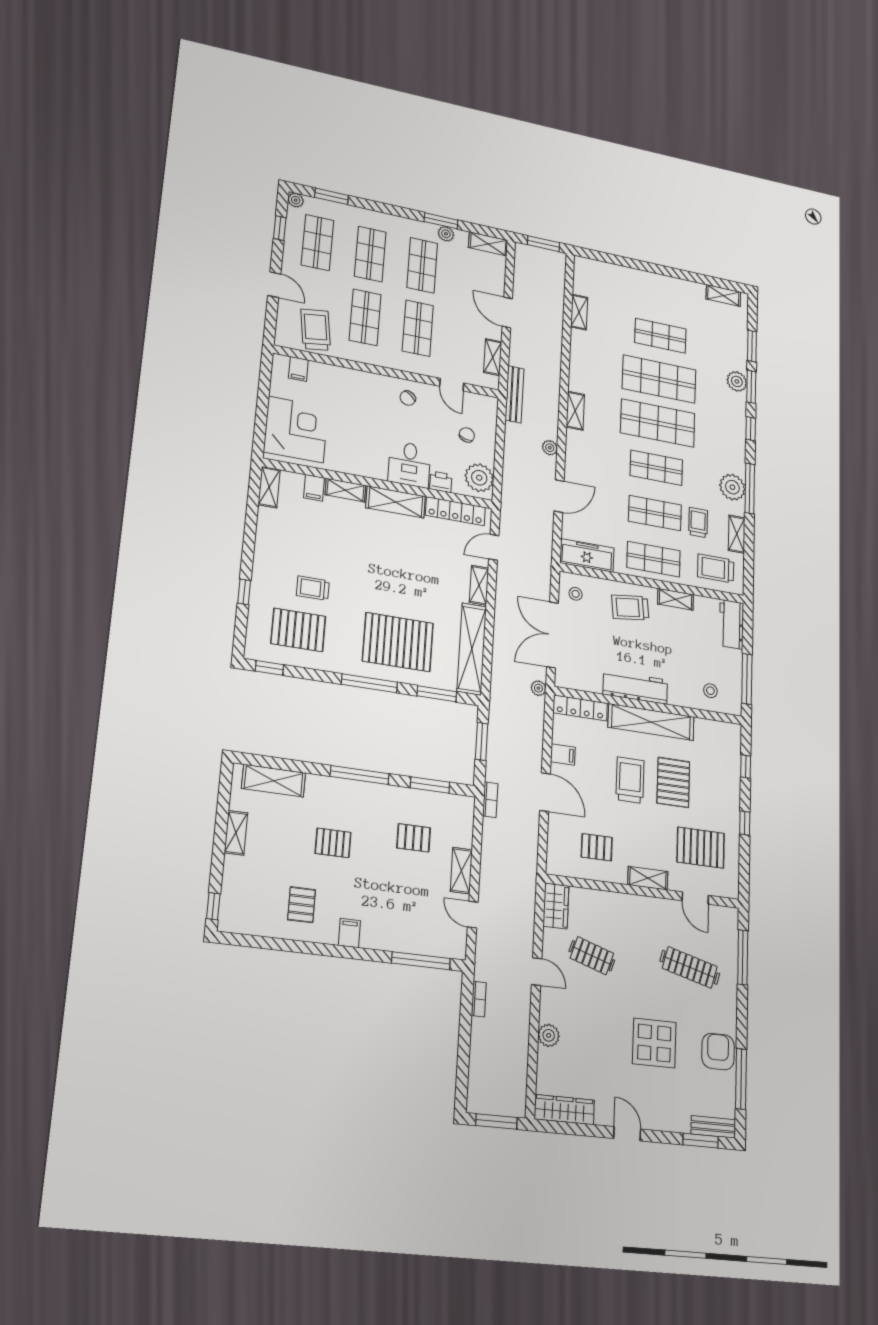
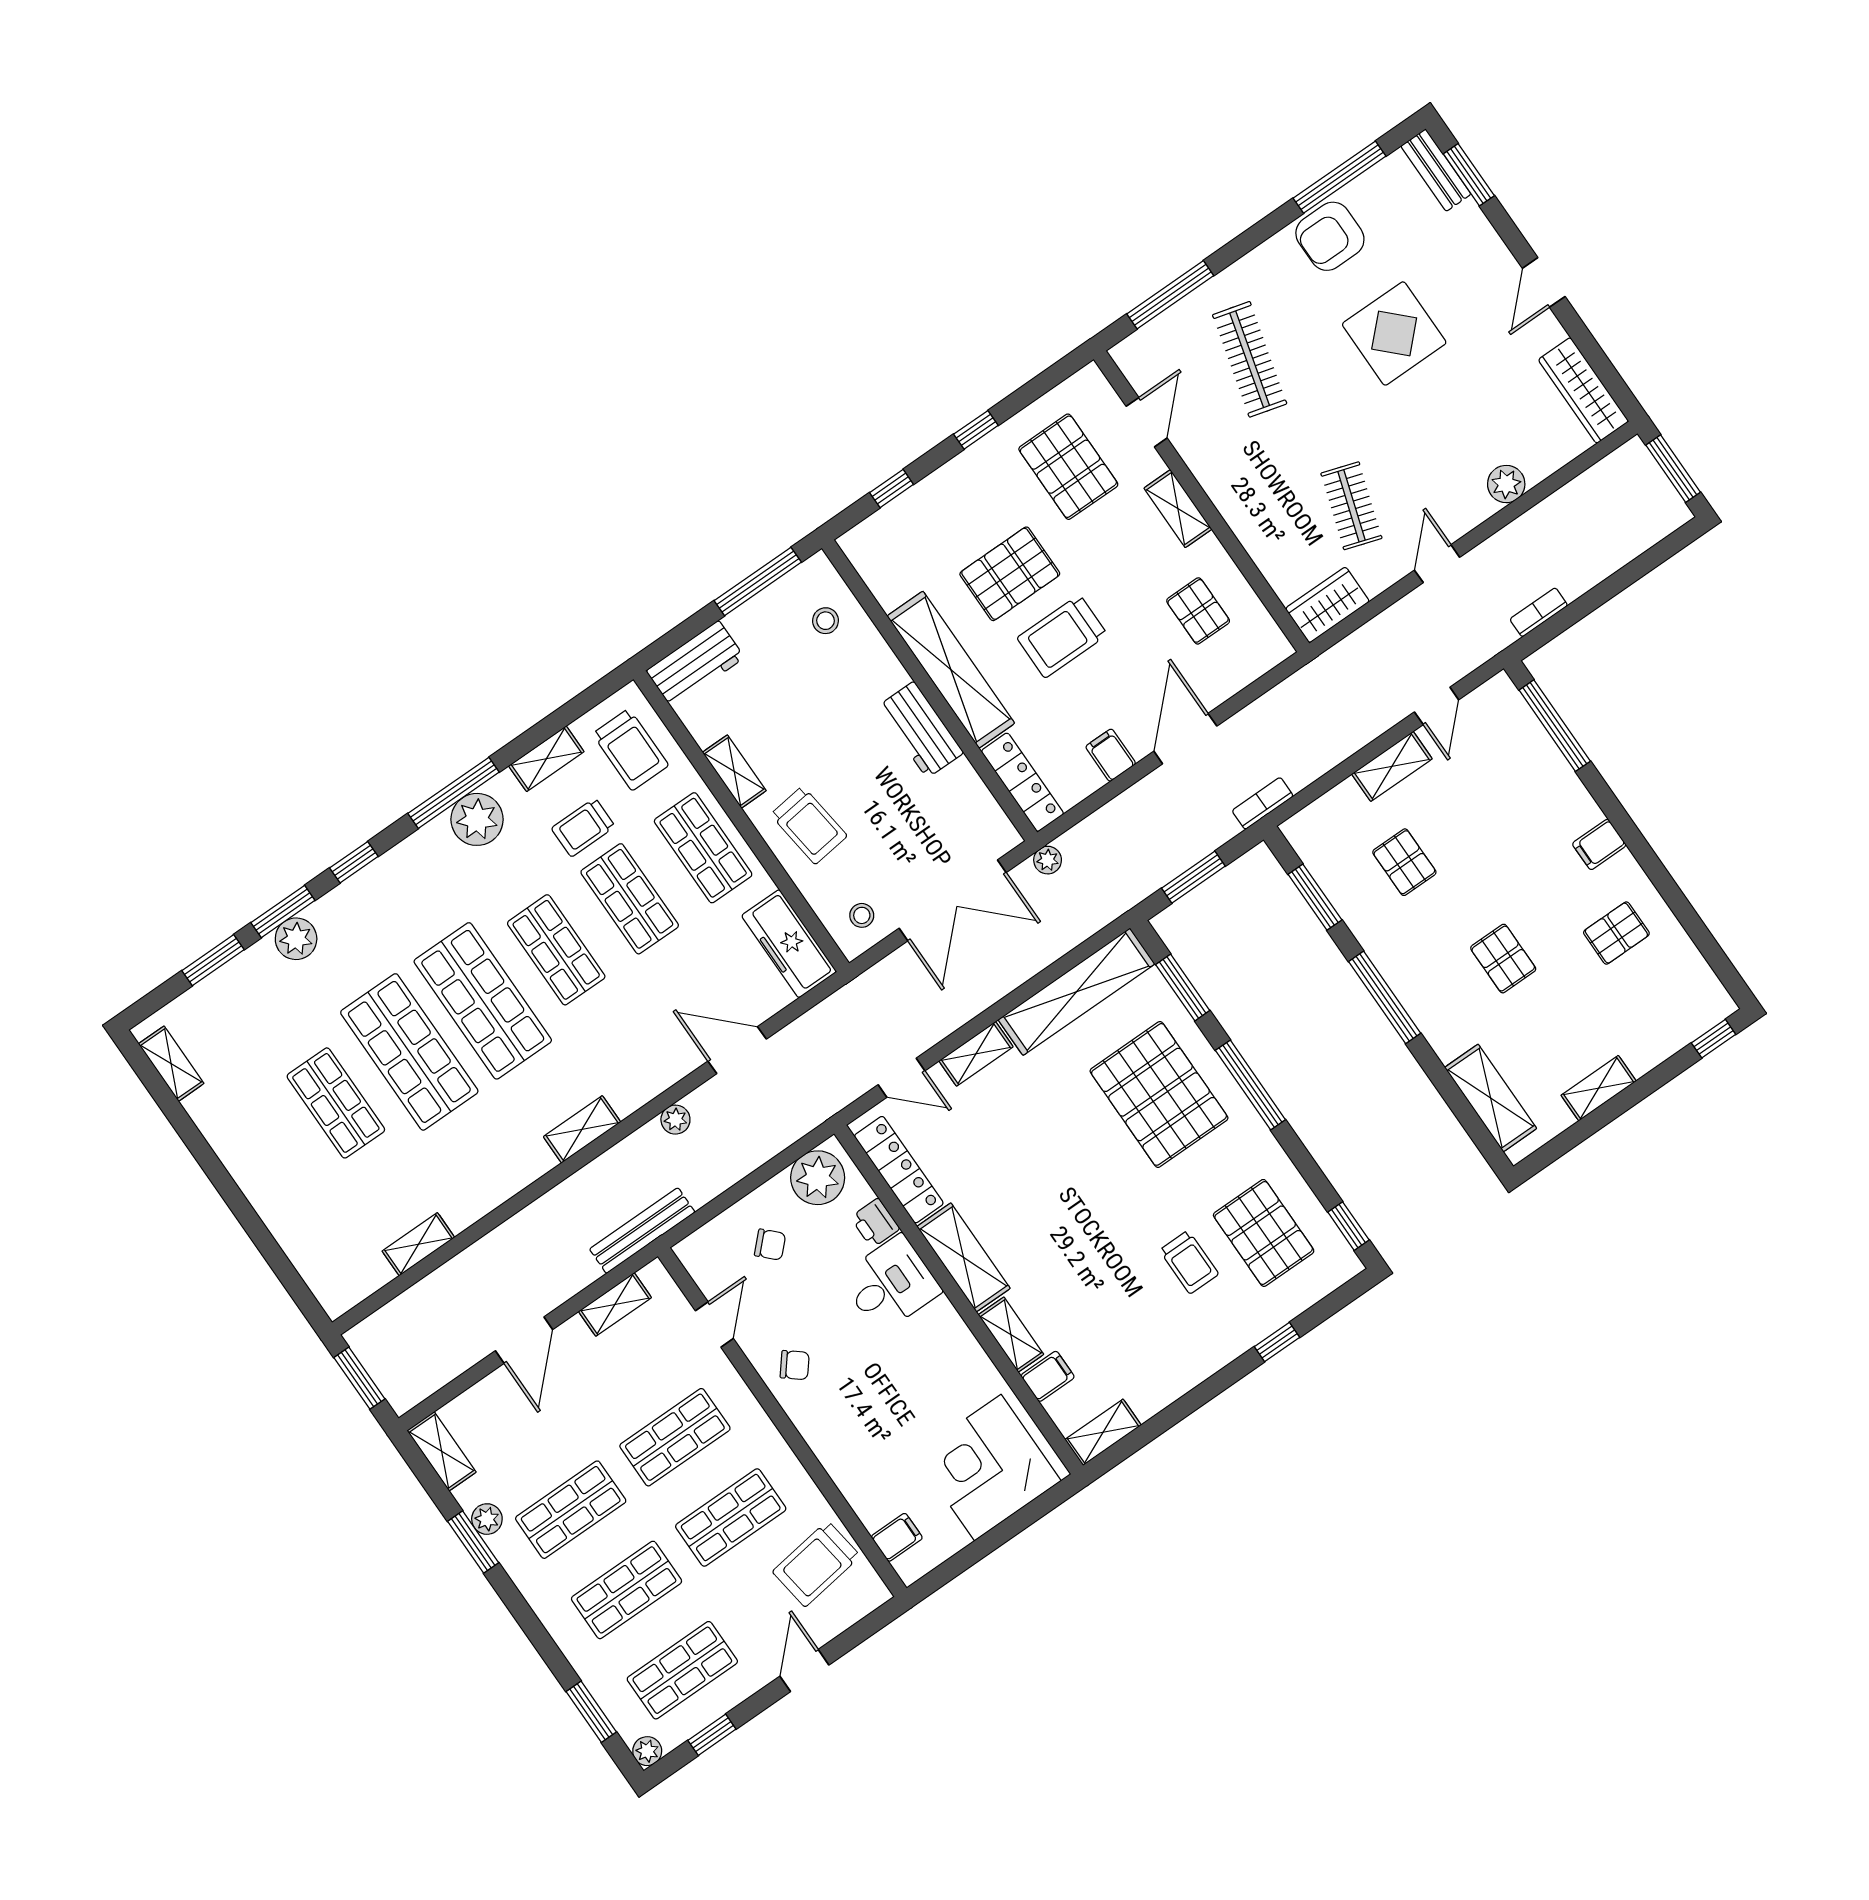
chair: (467, 435) -> (770, 1245), turned -149
workbench: (635, 687) -> (920, 730), width x0.73

